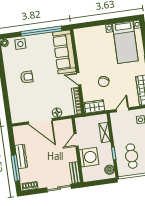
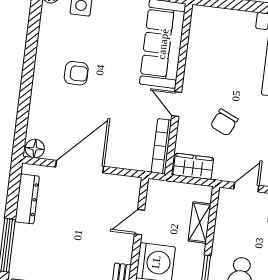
floor lamp: (57, 113) -> (35, 149), moved
door: (40, 121) -> (80, 167), swing flipped
dresser: (21, 156) -> (27, 199), moved

